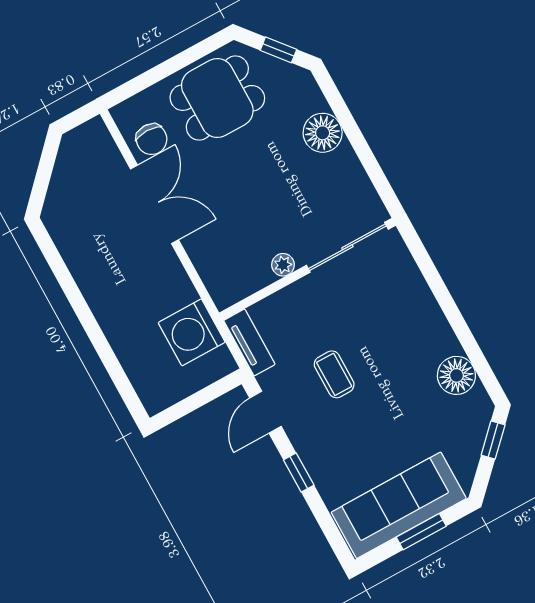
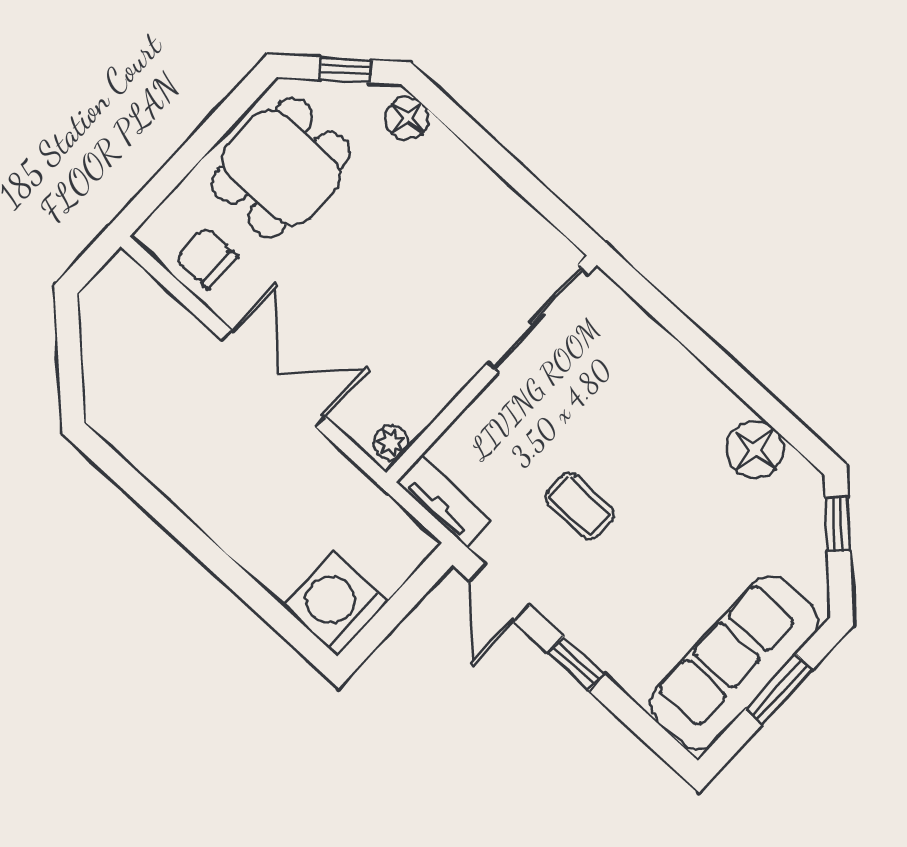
floor lamp: (323, 133) -> (407, 118), moved, width x0.73, depth x0.73
chair: (152, 139) -> (207, 258), turned 180
double door: (155, 204) -> (274, 378), moved
plant: (283, 265) -> (391, 443), moved
washing machine: (192, 332) -> (335, 604), moved, turned 90

